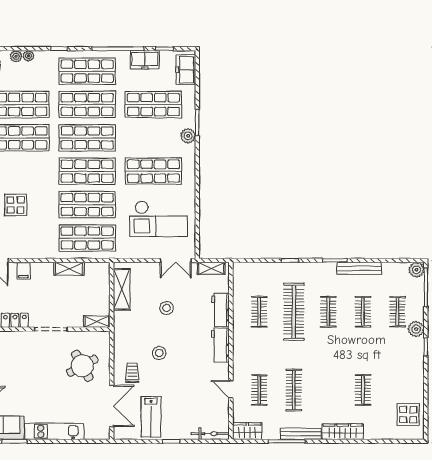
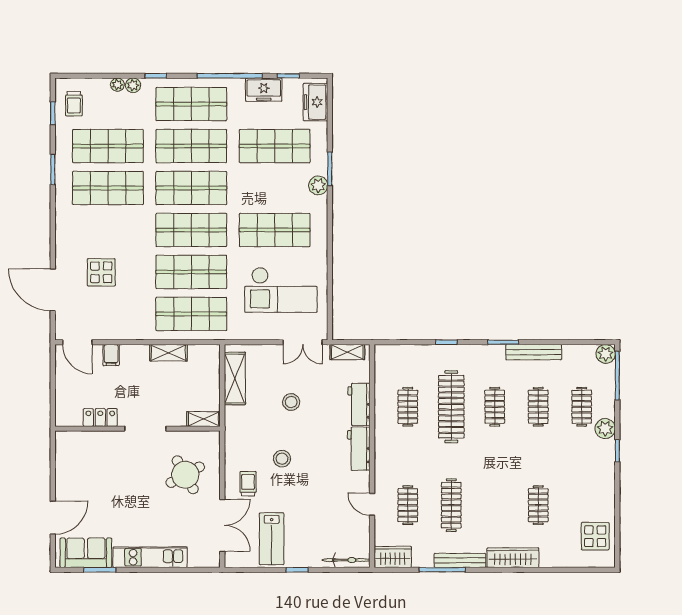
plant: (16, 56) -> (133, 85), moved

